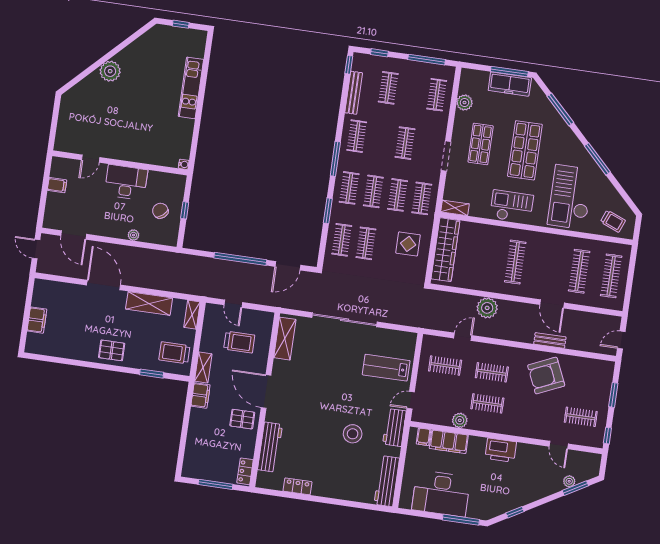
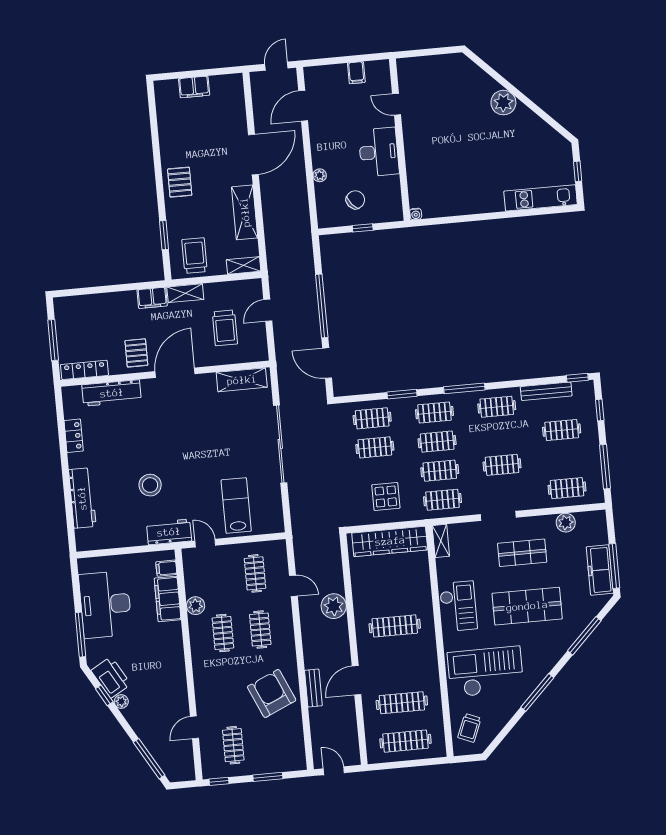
kitchen unit: (191, 88) -> (541, 198), moved
printer: (501, 450) -> (111, 677), moved, turned 150
locker: (245, 471) -> (84, 370), width x1.53
workbench: (387, 481) -> (82, 498), moved, turned 90
plant: (569, 481) -> (121, 702), moved
window: (575, 488) -> (149, 759), width x1.44

